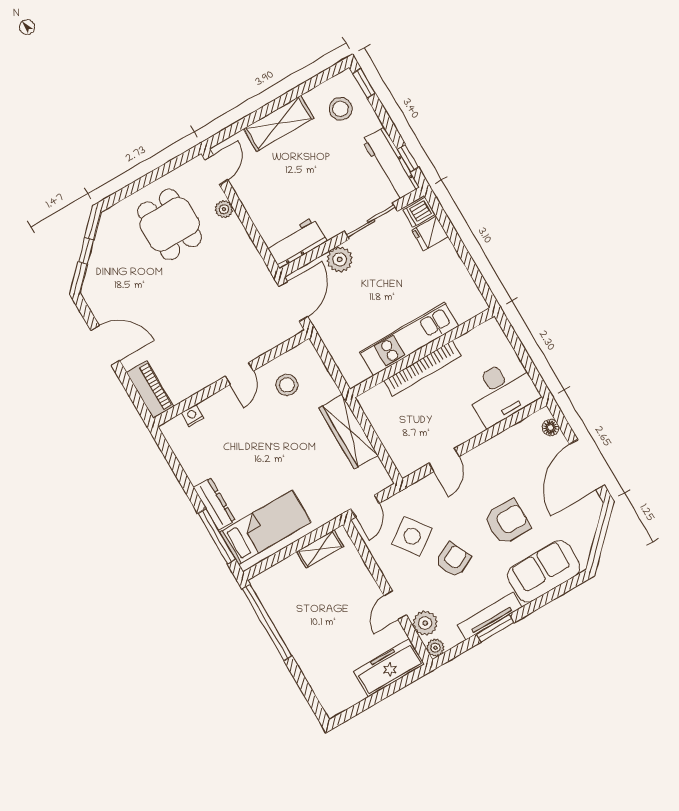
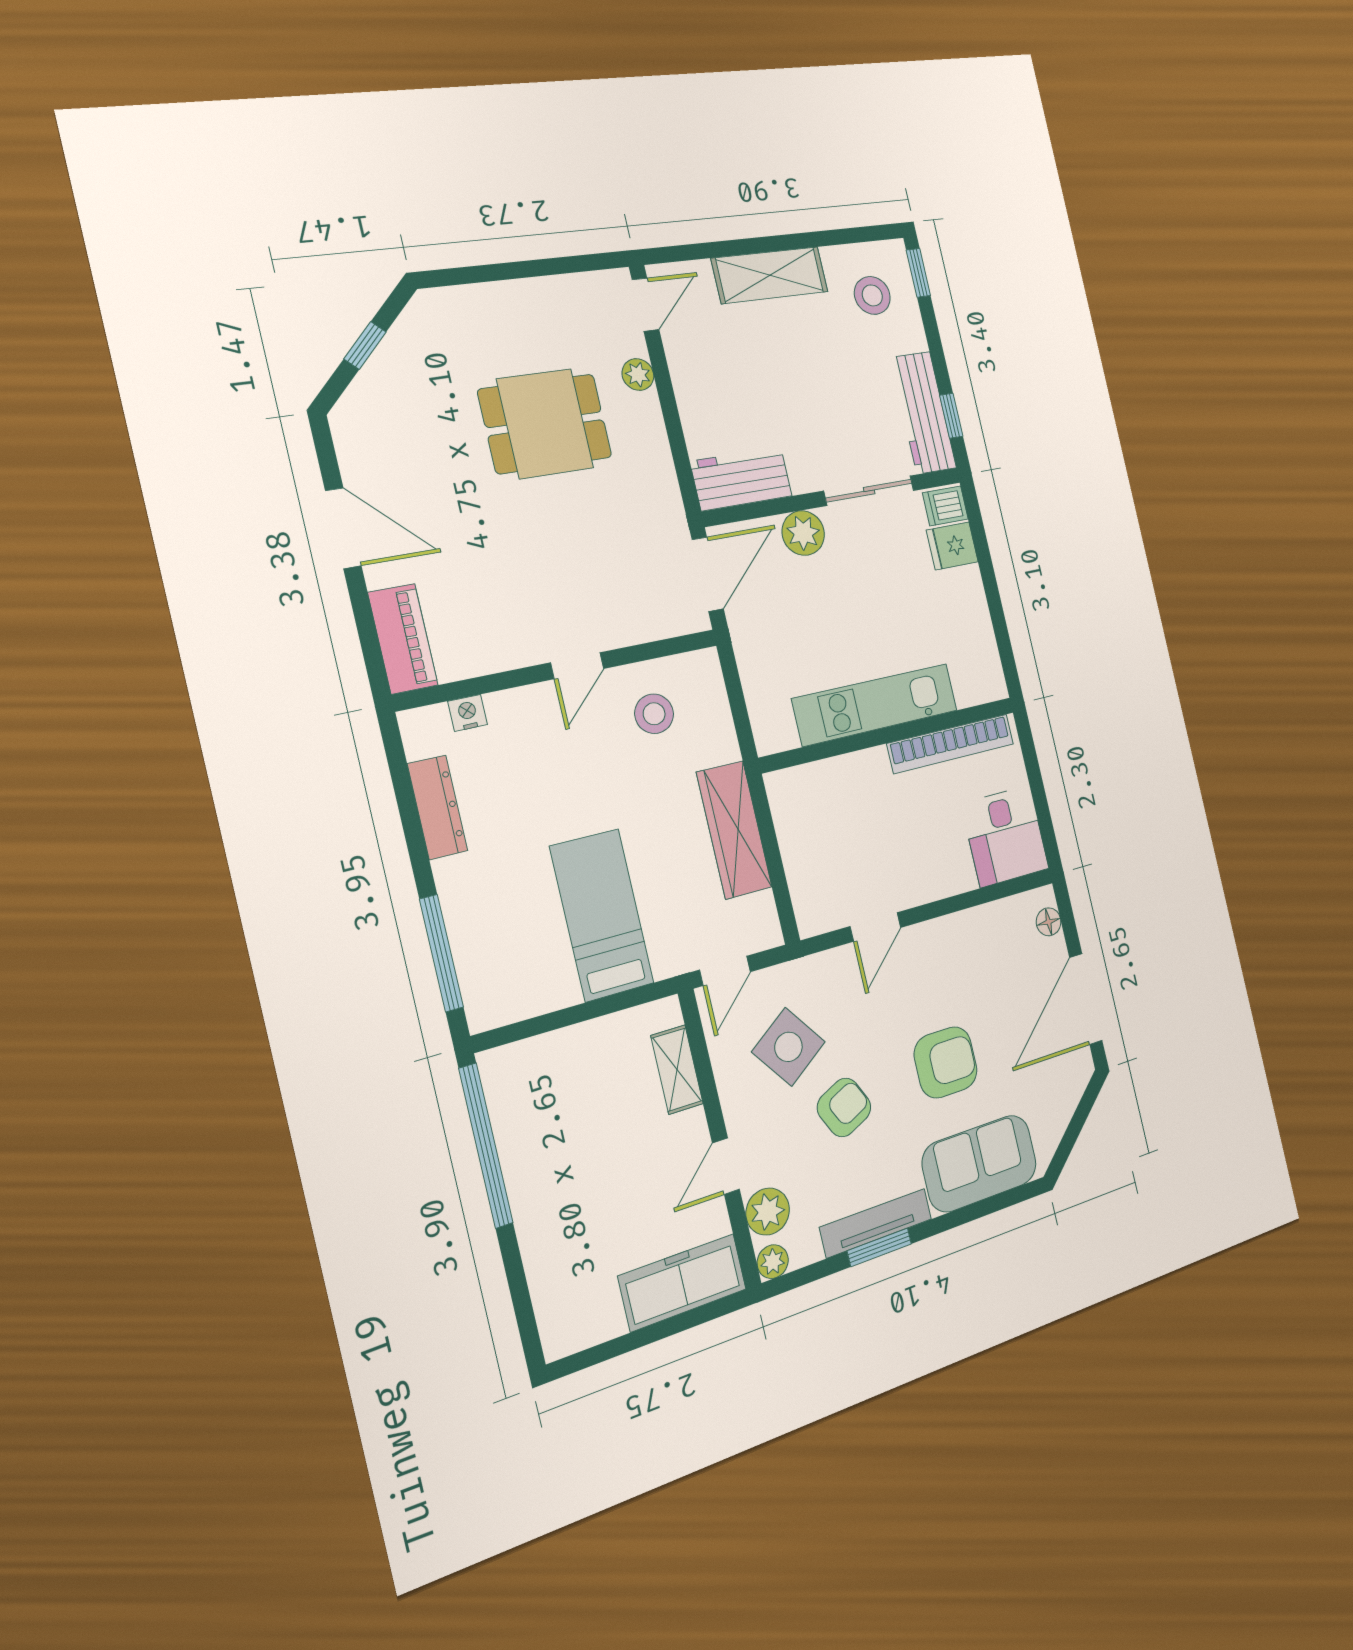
dining table: (170, 224) -> (545, 424), moved, turned 90
bookcase: (422, 368) -> (951, 744), moved
desk: (502, 392) -> (1005, 836), width x0.73
dresser: (214, 504) -> (437, 807), moved
bed: (265, 527) -> (602, 915), moved, turned -90
shelving: (320, 549) -> (677, 1070), moved, turned 90

